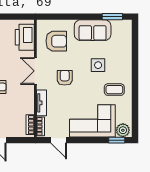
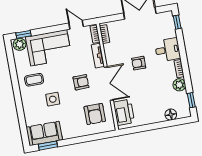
sofa: (93, 30) -> (44, 134), moved
armchair: (56, 41) -> (95, 114), turned -90
double door: (35, 71) -> (109, 84), width x1.37
armchair: (65, 78) -> (81, 82), turned -91

